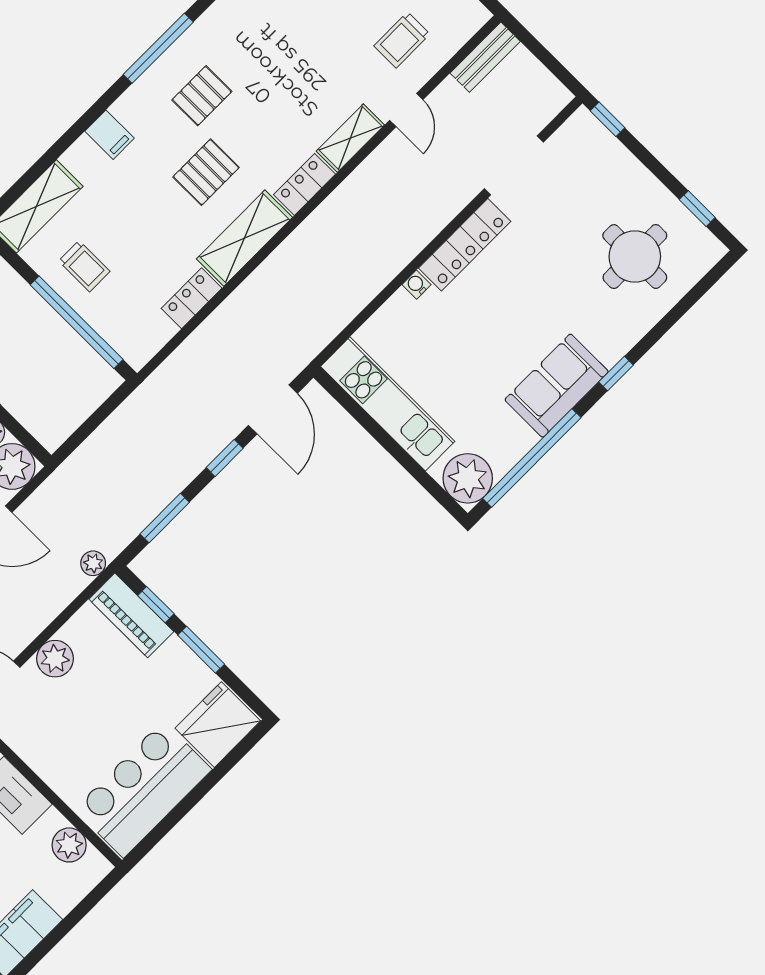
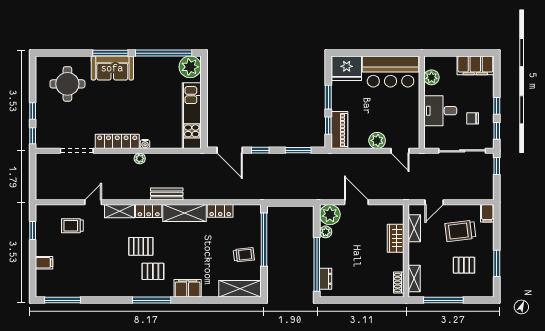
trolley: (402, 40) -> (72, 226), turned 180
bench: (485, 57) -> (167, 194), moved
filing cabinet: (109, 135) -> (188, 288), width x2.00
pallet: (206, 172) -> (141, 246), moved
window: (697, 209) -> (33, 111), moved
trolley: (84, 266) -> (244, 255), turned 84
window: (616, 374) -> (110, 53), width x2.17
sofa: (557, 386) -> (112, 68), moved
door: (273, 409) -> (230, 150), swing flipped
plant: (93, 563) -> (140, 158), moved

